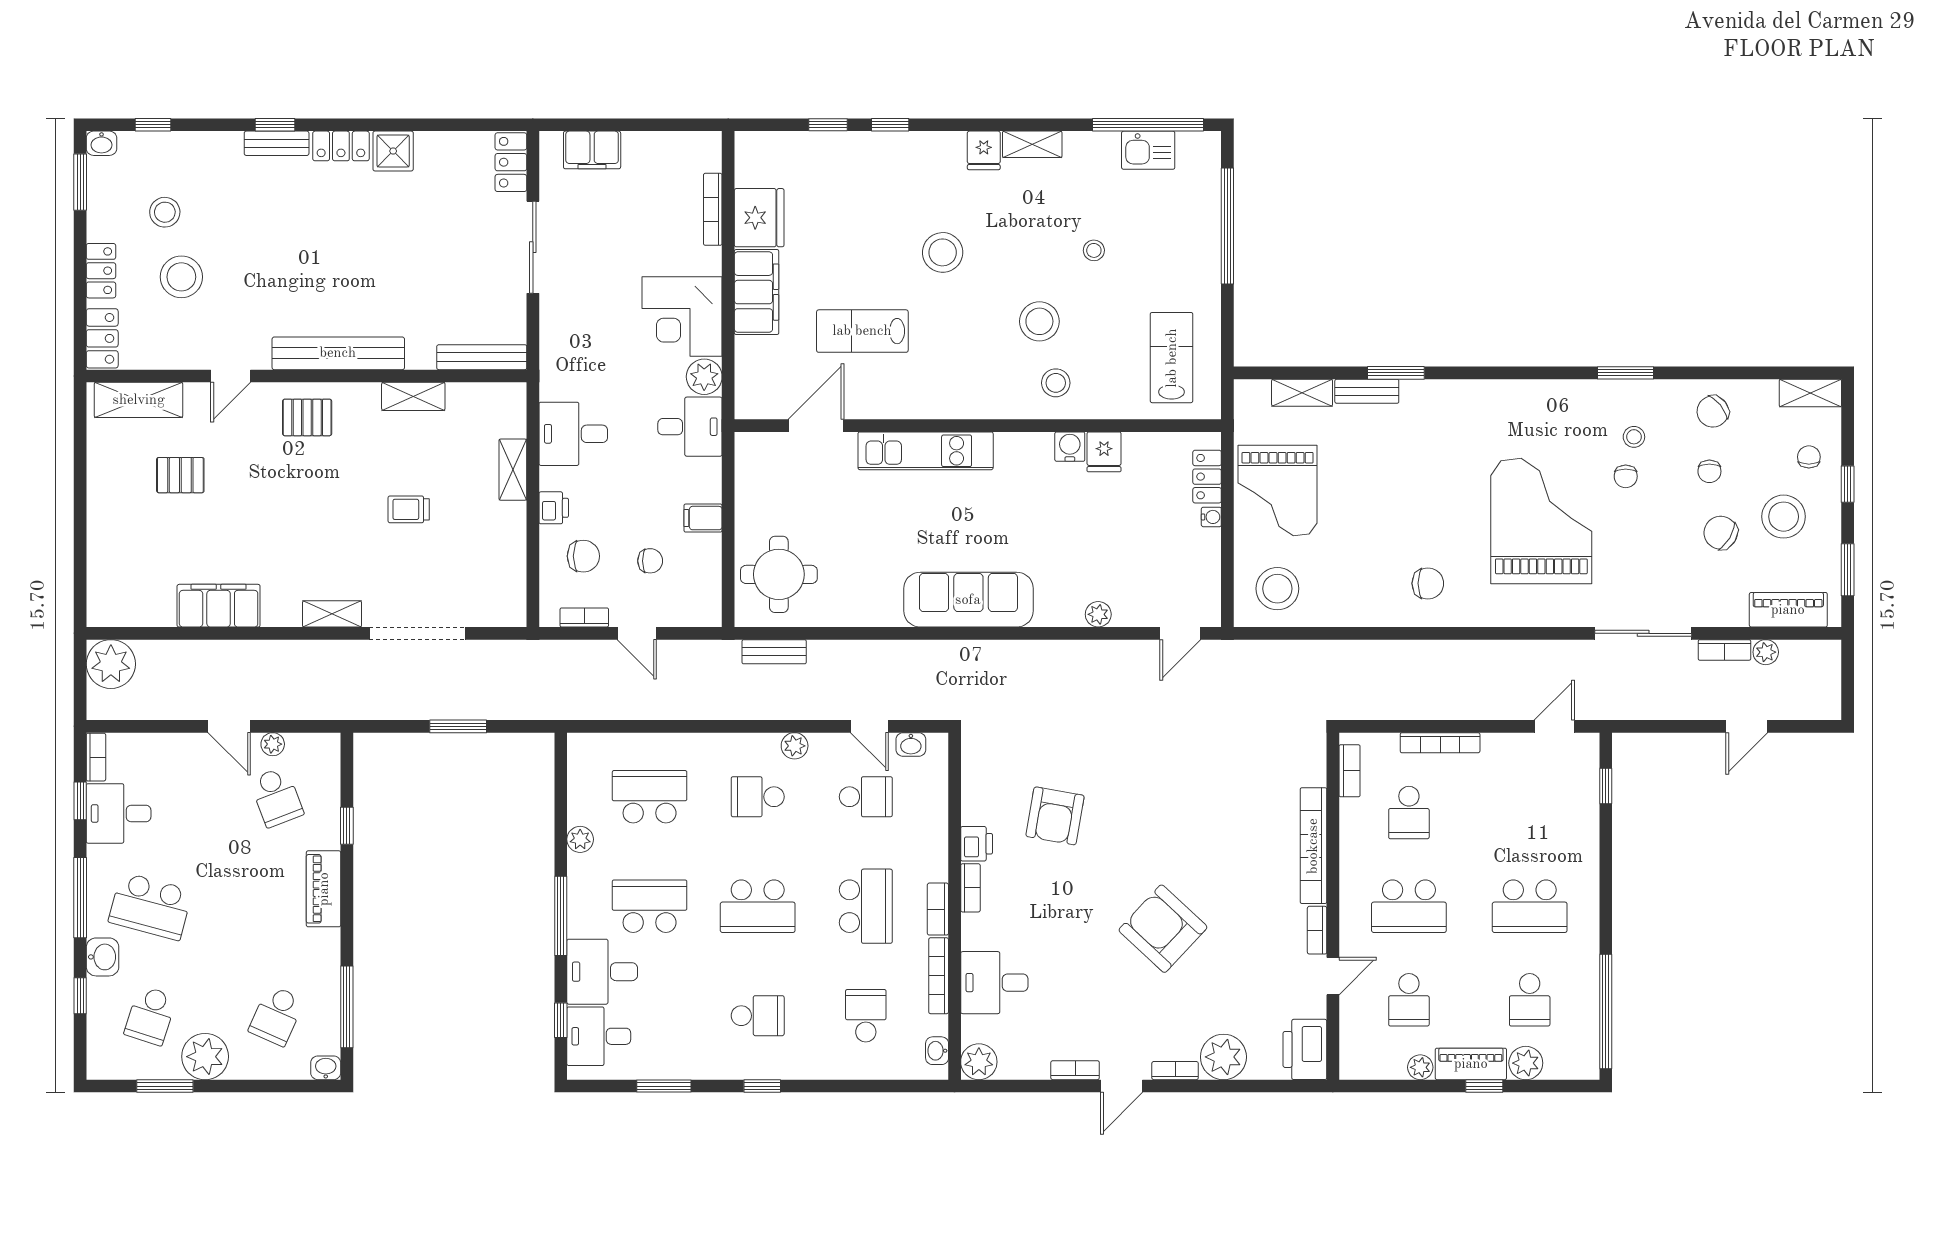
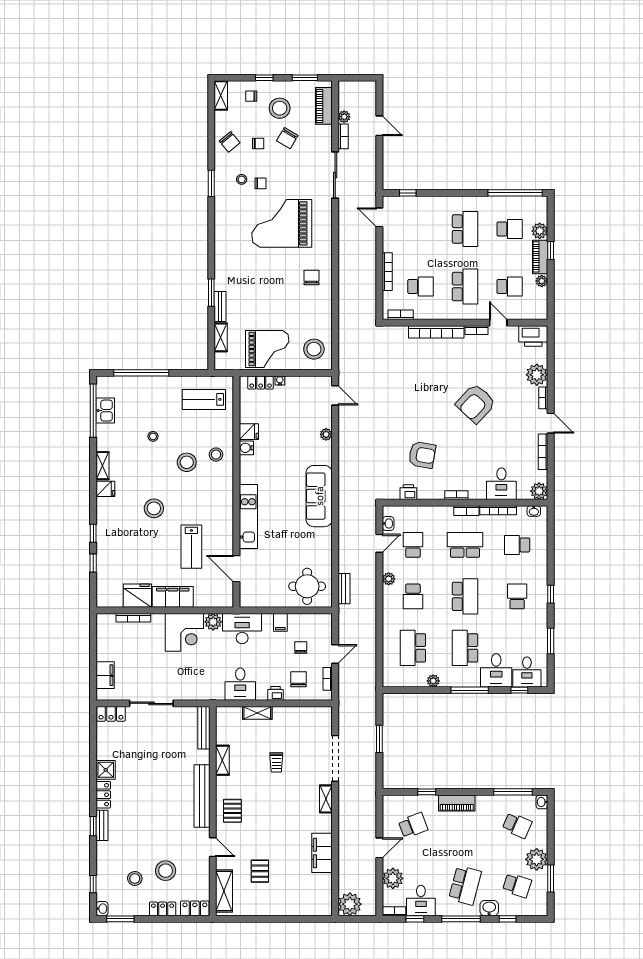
desk: (690, 427) -> (242, 629), width x1.37
plant: (273, 744) -> (393, 878), moved, width x1.88, depth x1.88
printer: (977, 844) -> (408, 492), moved
bookcase: (1075, 1070) -> (543, 452), width x1.56

